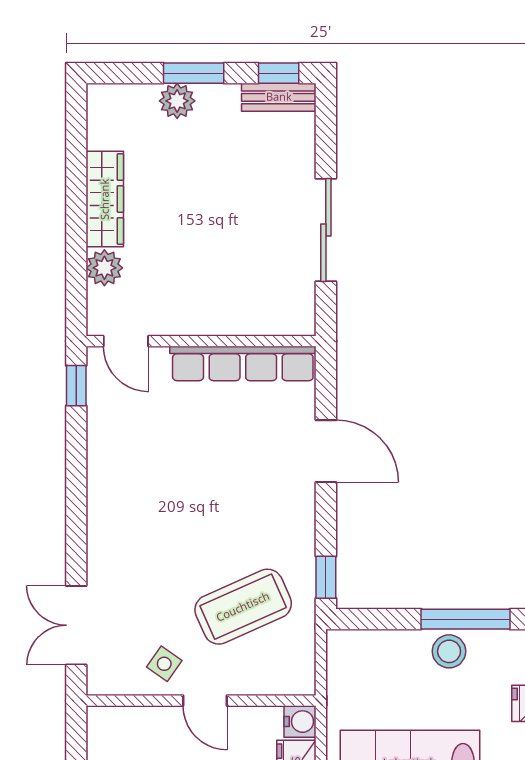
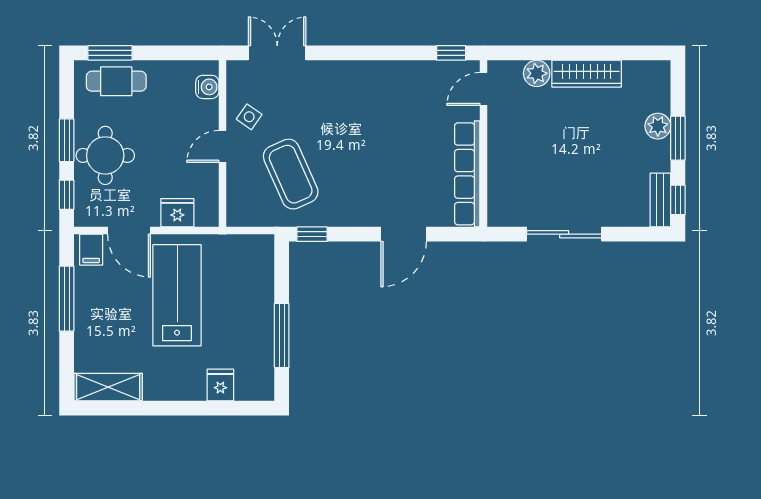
stool: (449, 651) -> (258, 324), removed
water cooler: (300, 722) -> (207, 87), moved, turned -90

